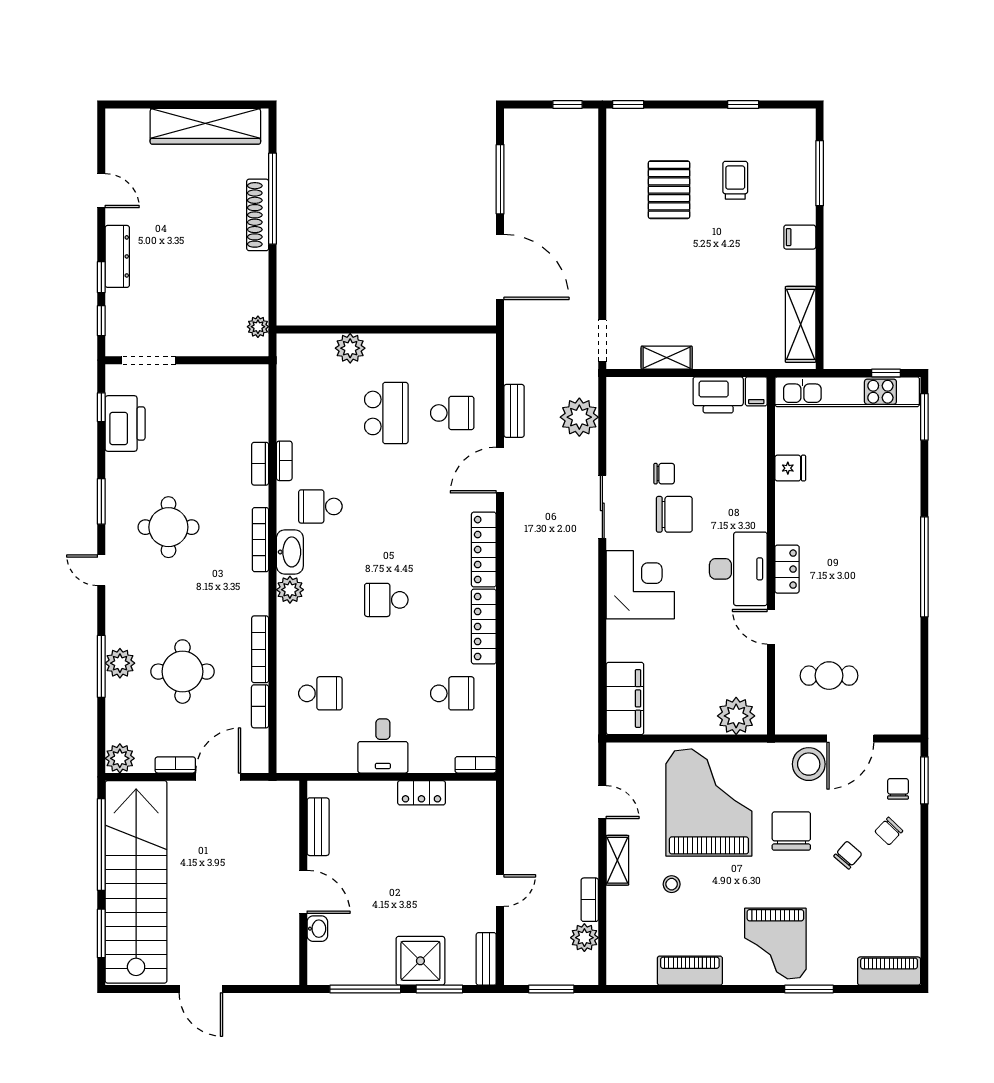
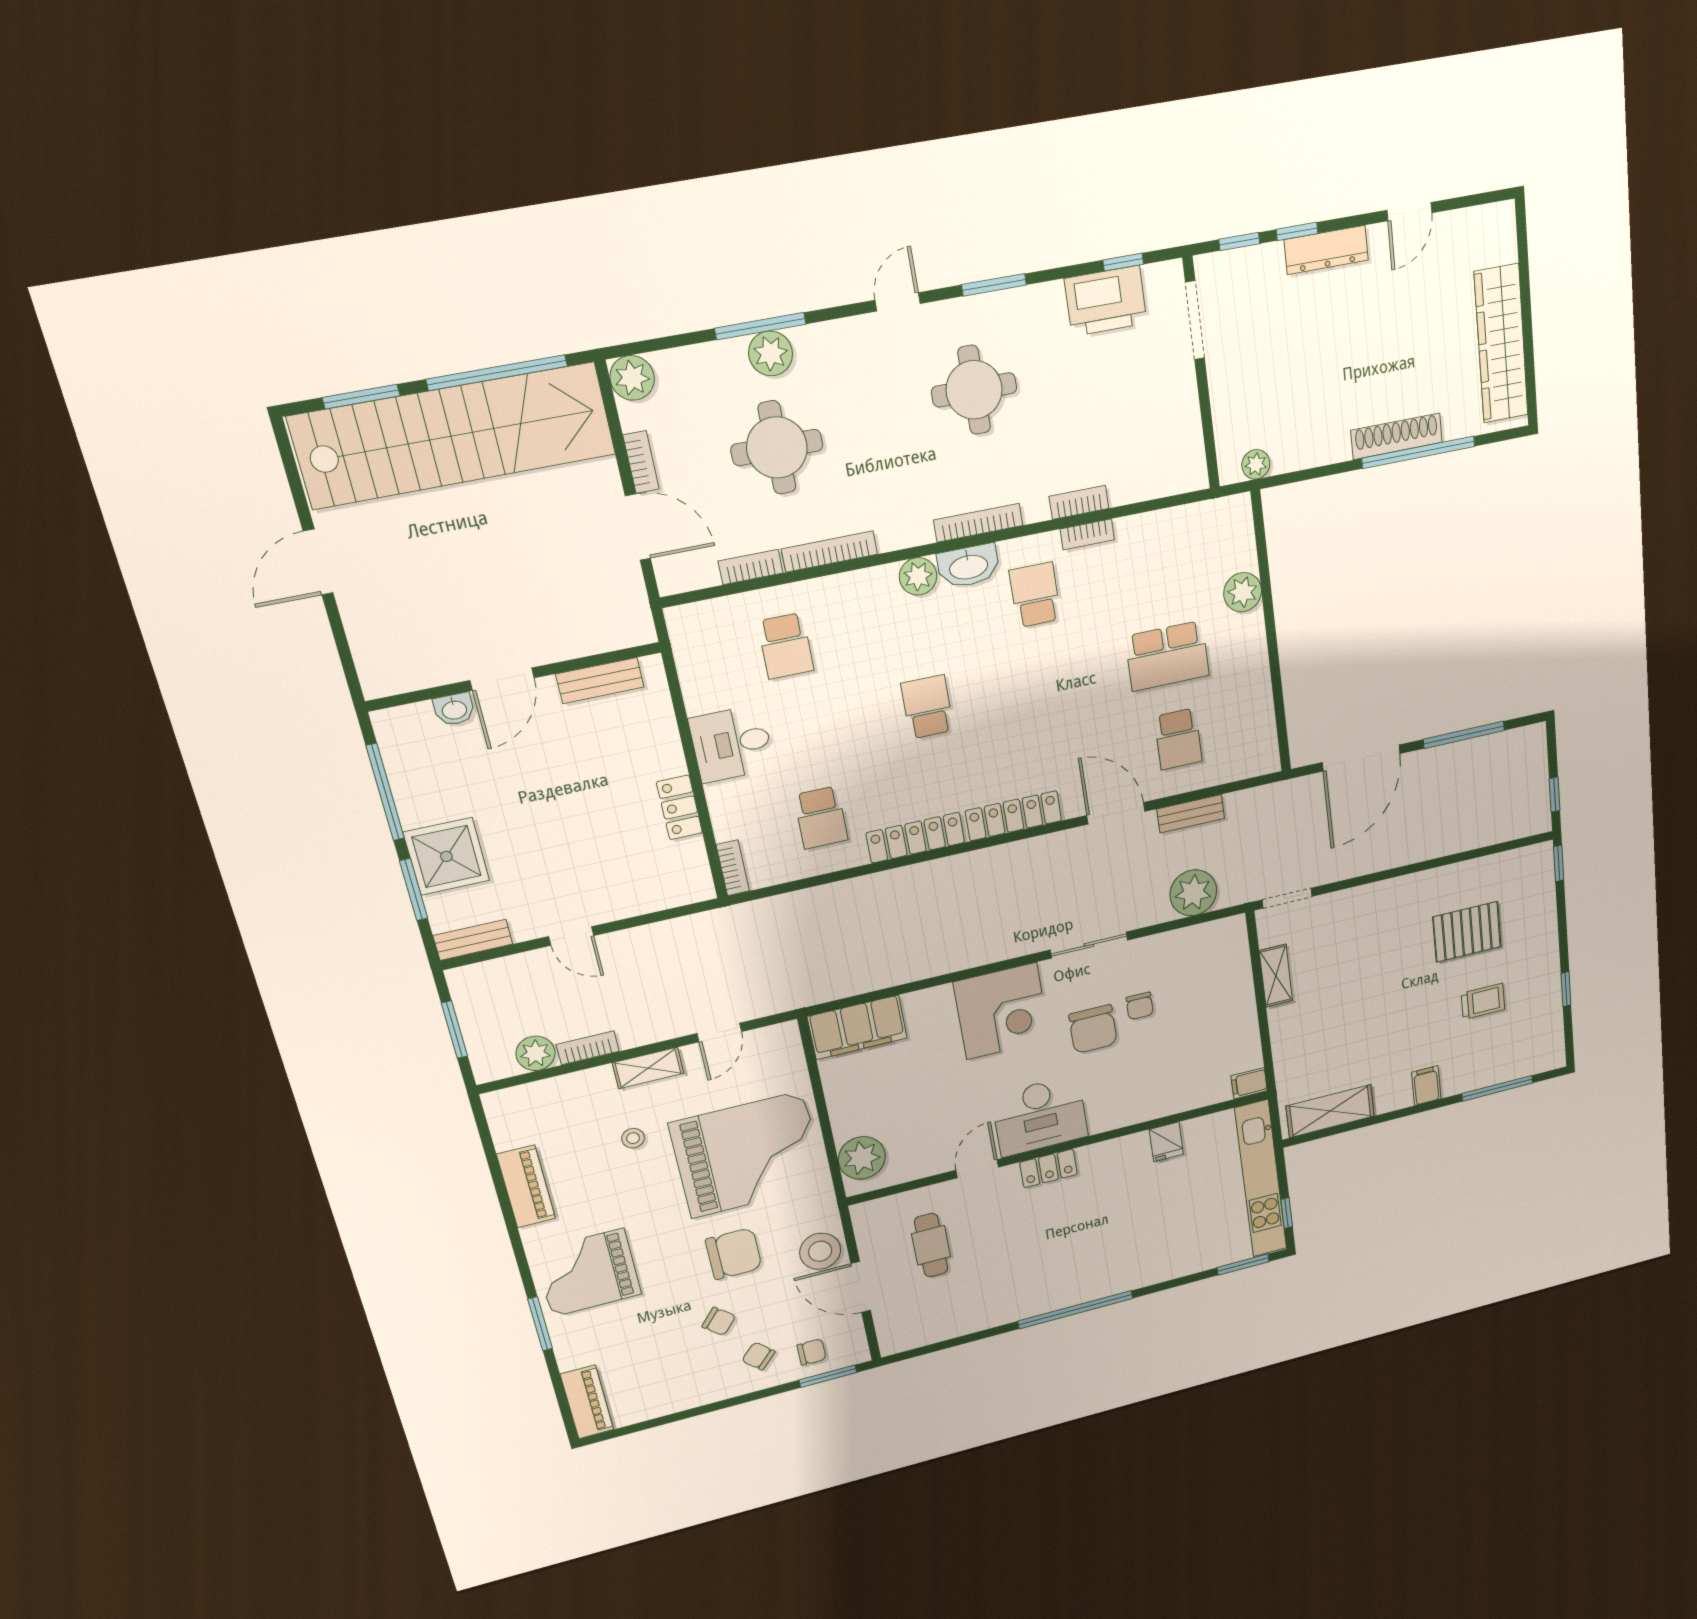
printer: (718, 395) -> (1240, 1043), removed

